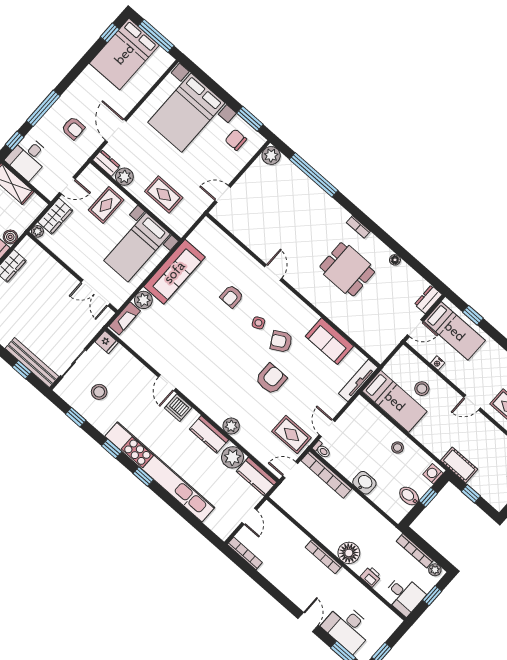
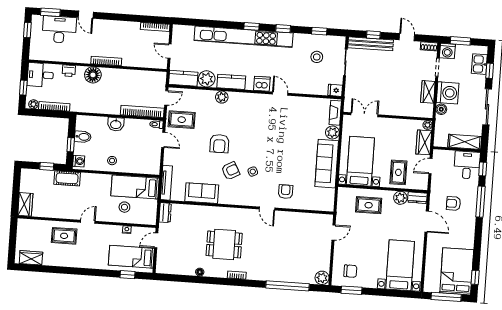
bed with nightstands: (186, 113) -> (400, 265), width x0.73
armchair: (232, 296) -> (286, 192), moved
dresser: (428, 299) -> (165, 213), moved

